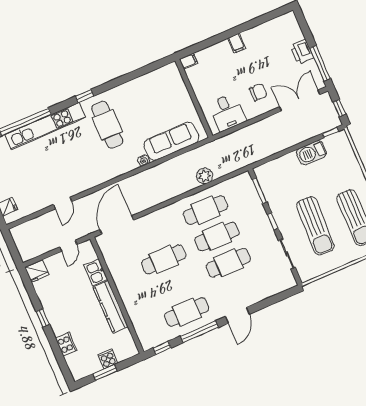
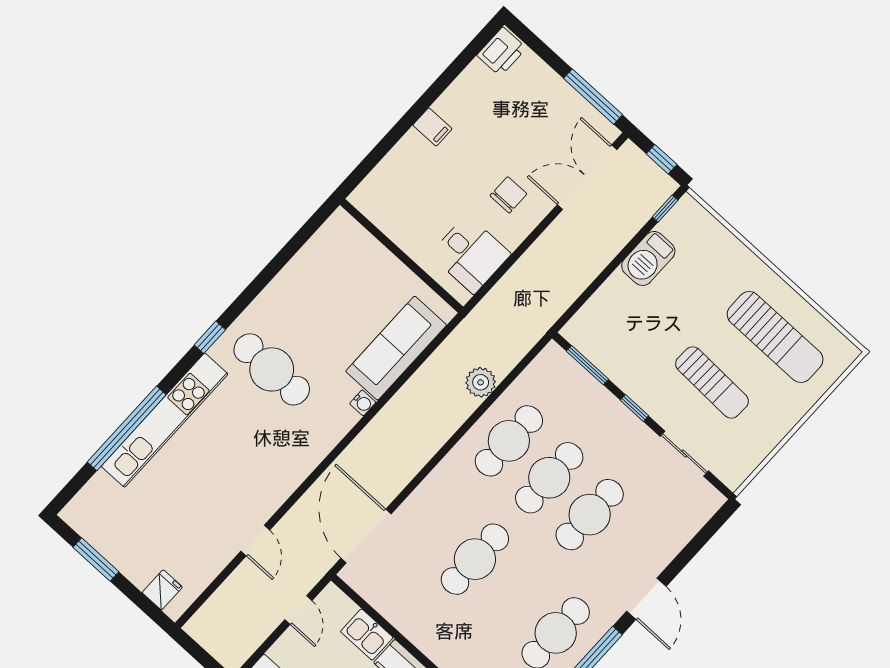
printer: (302, 52) -> (502, 52), moved, turned -90
filing cabinet: (189, 61) -> (363, 196), removed
sun lounger: (315, 226) -> (712, 382), width x0.73, depth x0.75

